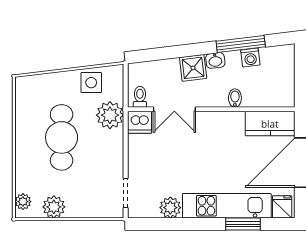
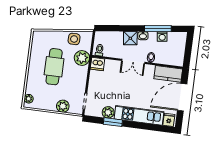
double door: (174, 109) -> (133, 61), moved
plant: (54, 207) -> (63, 106), moved
window: (243, 224) -> (113, 122), moved

